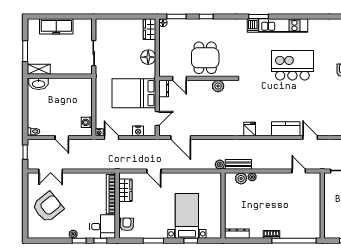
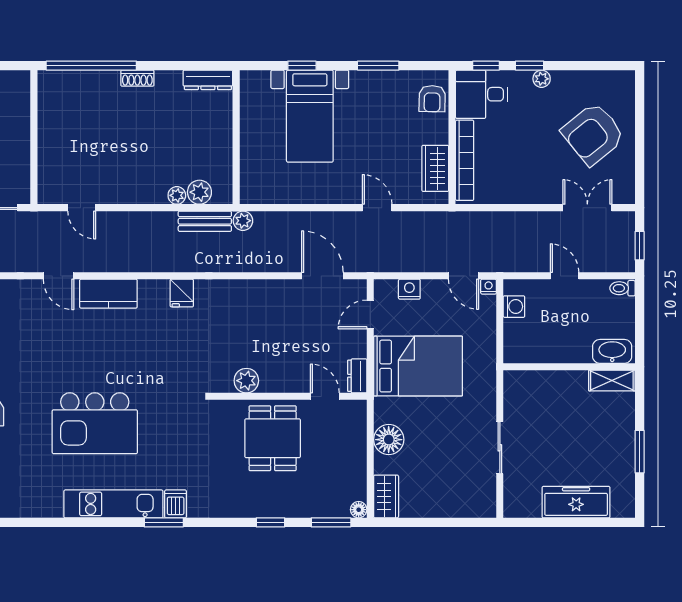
shelving: (39, 69) -> (612, 381), moved
wall: (60, 76) -> (569, 367), moved
washbasin: (39, 84) -> (612, 351), moved

